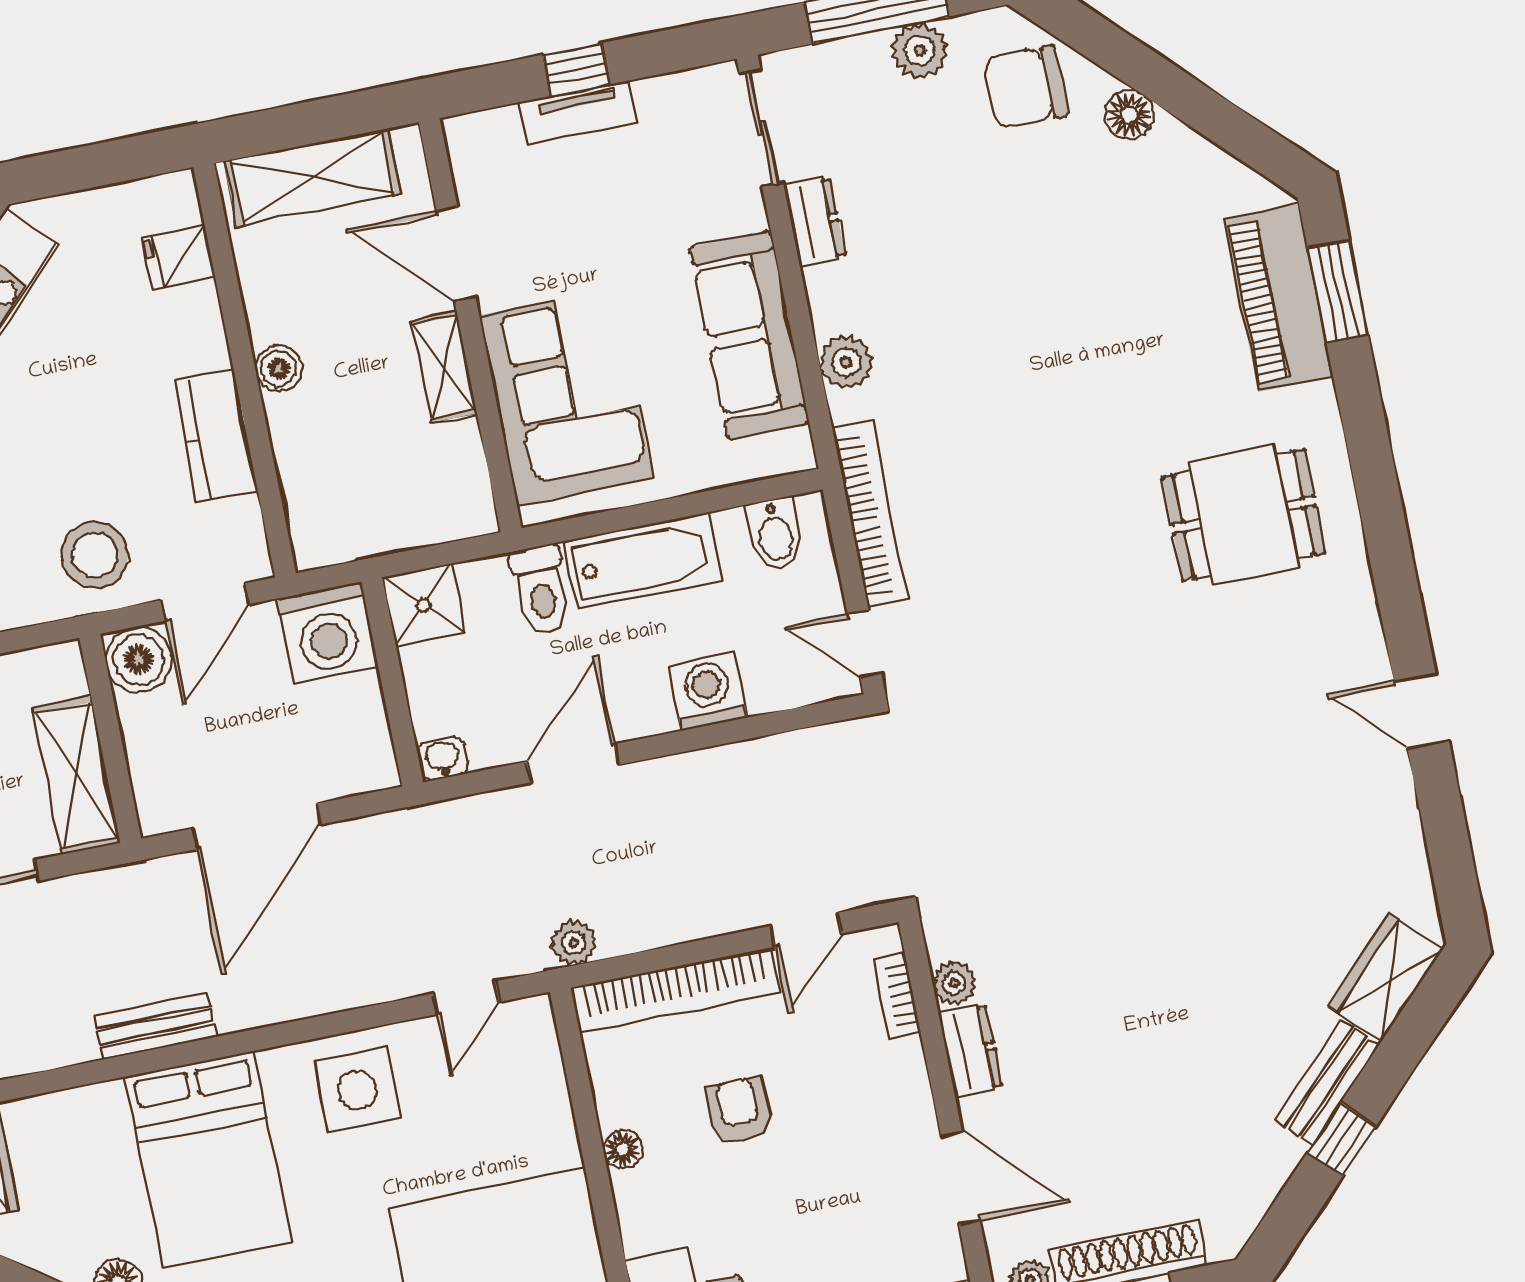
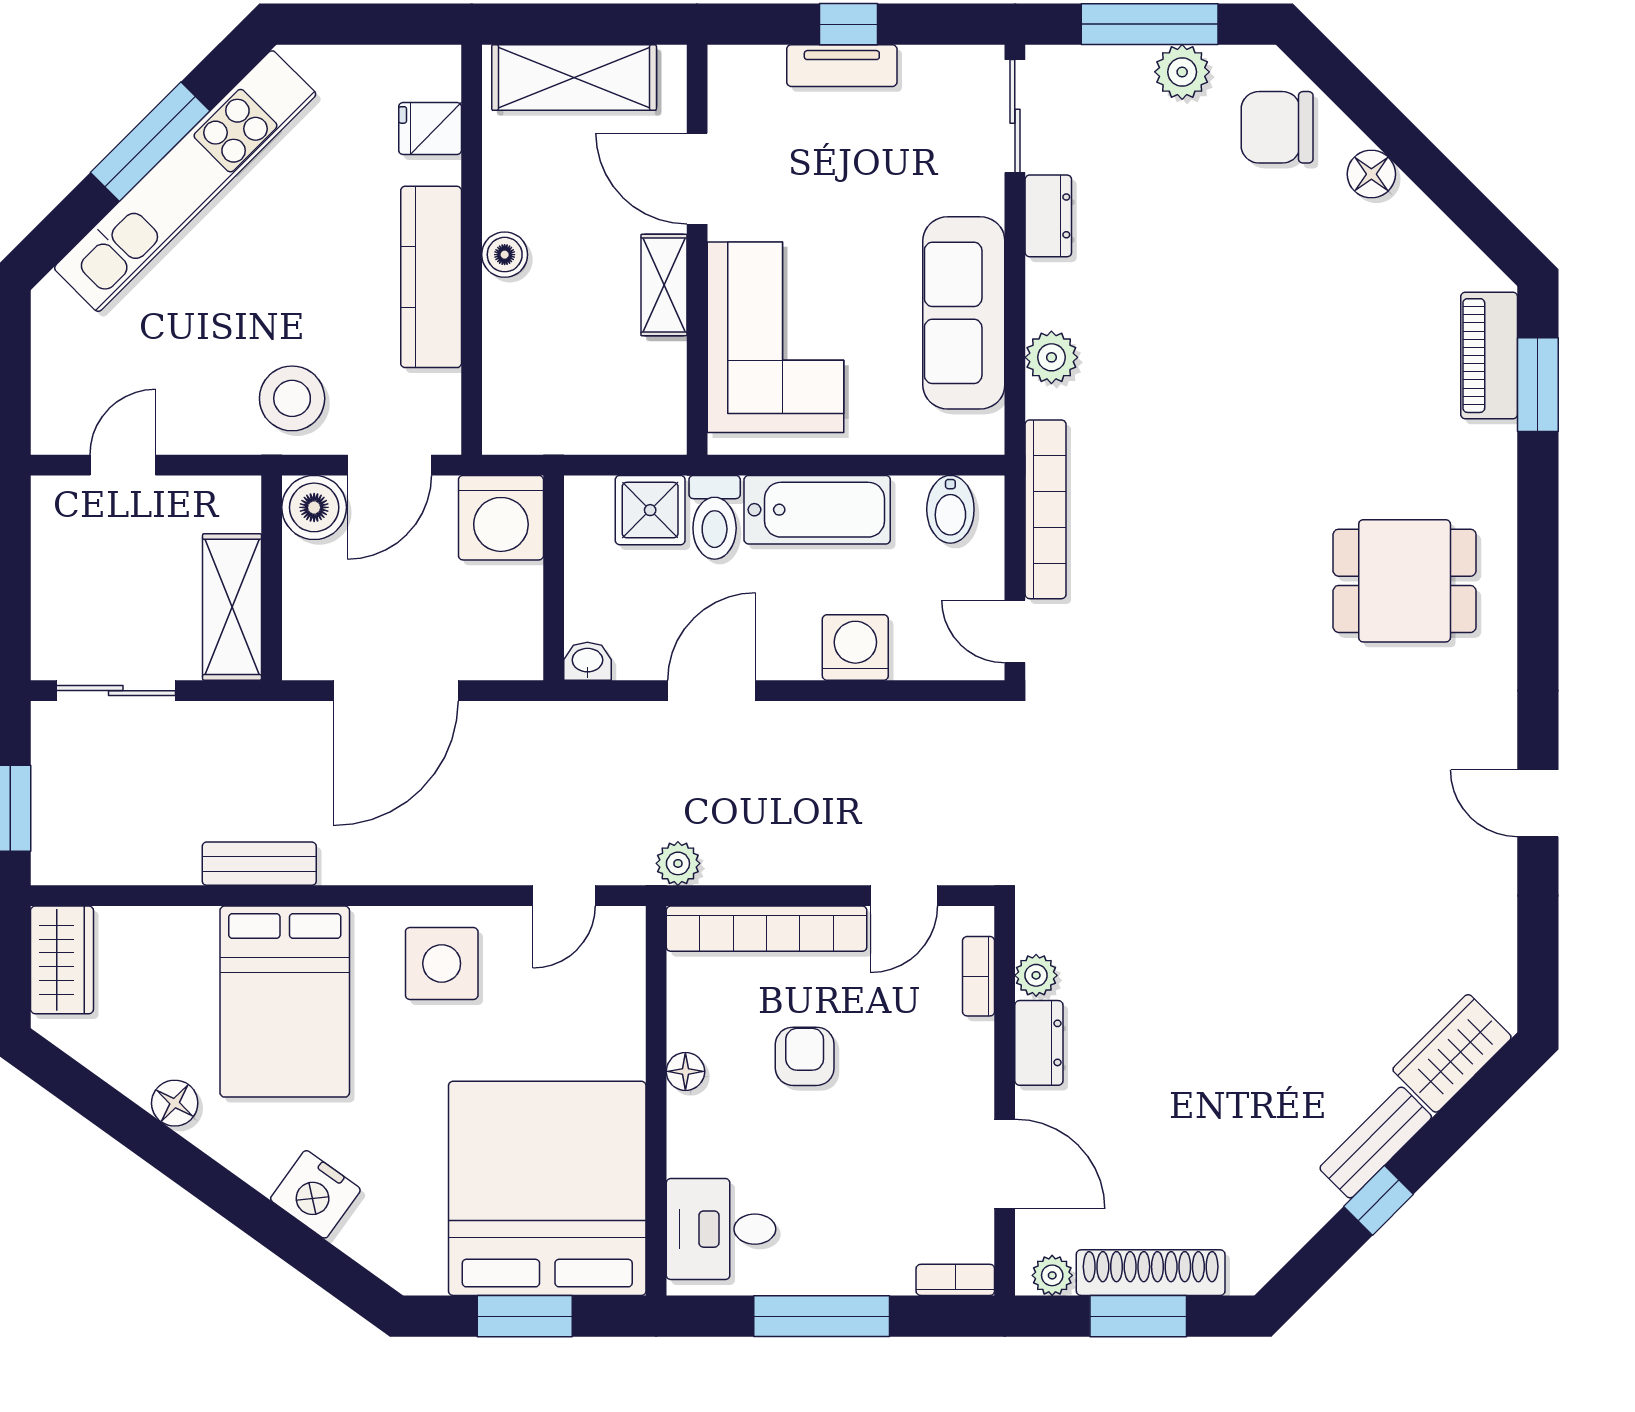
piano: (1279, 298) -> (1489, 356), width x0.73, depth x0.75
kitchen counter: (216, 436) -> (431, 277), width x1.50
shower: (424, 605) -> (650, 510), moved

